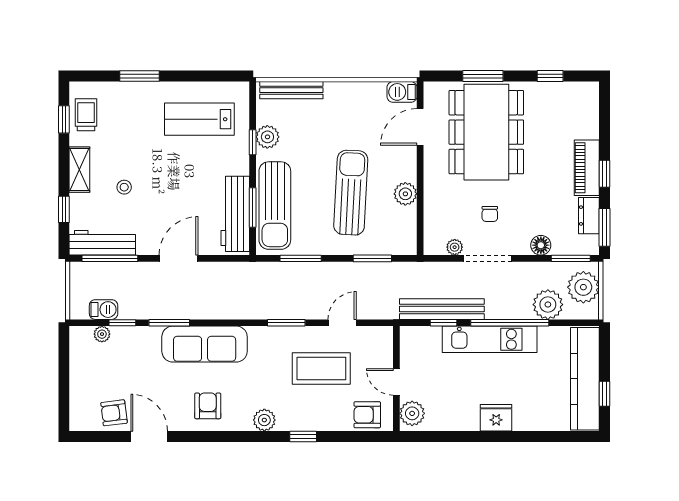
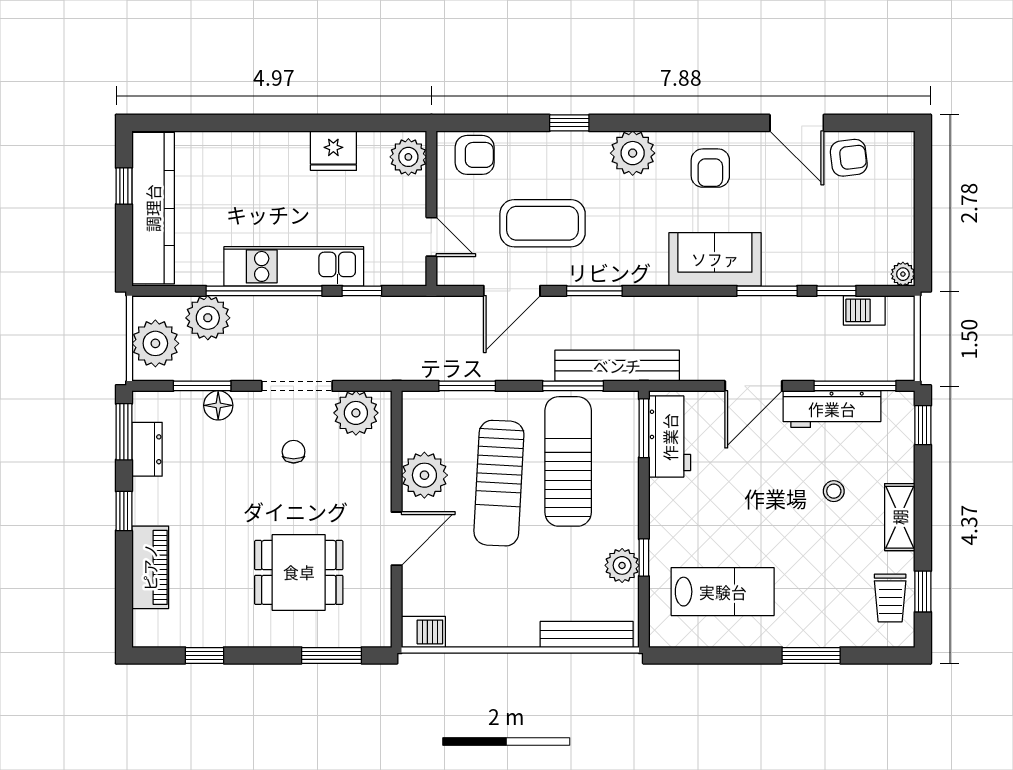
window: (483, 76) -> (332, 655), moved
door: (420, 127) -> (397, 539), moved
dining table: (486, 132) -> (299, 572), width x0.53, depth x0.80
piano: (587, 168) -> (150, 567), moved
plant: (405, 194) -> (424, 475), width x1.36, depth x1.36
sun lounger: (275, 206) -> (568, 461), moved
window: (253, 208) -> (644, 428), moved
window: (64, 209) -> (923, 425), moved
workbench: (235, 214) -> (670, 437), width x0.73
workbench: (102, 243) -> (832, 409), moved
plant: (455, 247) -> (356, 413), width x1.88, depth x1.88
window: (571, 258) -> (202, 386), moved
bench: (442, 309) -> (617, 366), moved
door: (342, 323) -> (512, 291), width x1.38
plant: (102, 334) -> (903, 274), moved
sofa: (205, 344) -> (715, 259), width x0.73
door: (396, 382) -> (431, 237), moved
fridge: (496, 418) -> (333, 151), moved
plant: (264, 420) -> (633, 153), width x1.36, depth x1.36

